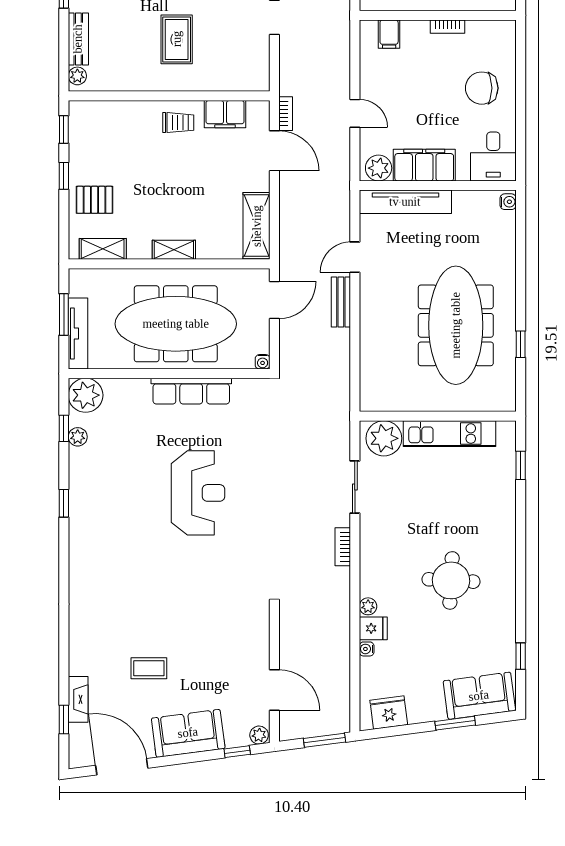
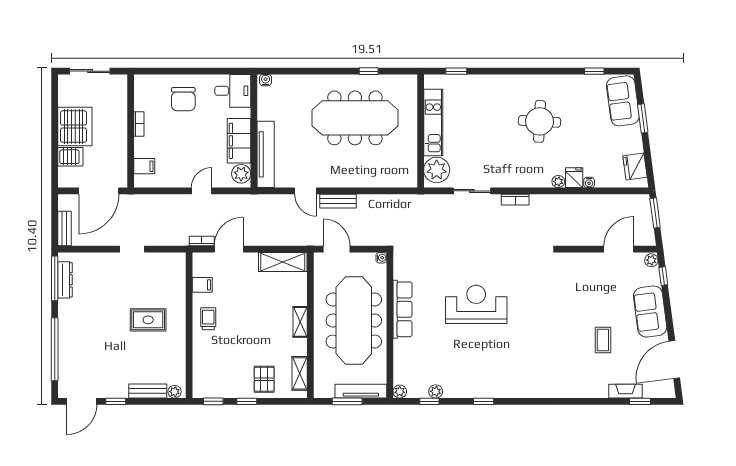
filing cabinet: (225, 114) -> (202, 285), width x0.50
plant: (86, 395) -> (400, 392), width x0.53, depth x0.53

